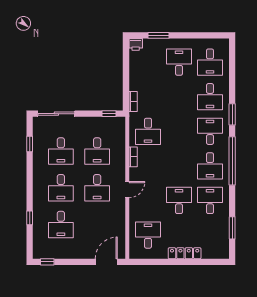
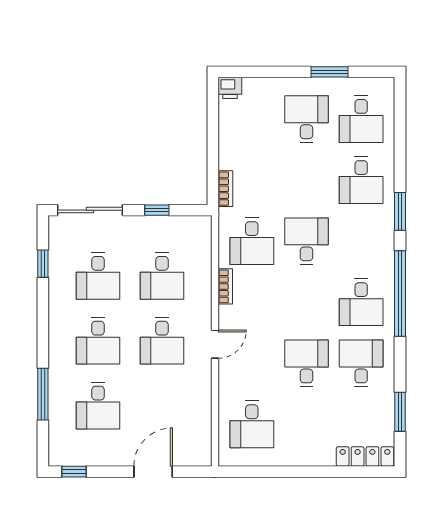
window: (158, 35) -> (330, 72), moved
window: (109, 114) -> (157, 210), moved
desk: (210, 131) -> (306, 241), moved
window: (30, 218) -> (43, 394), width x2.17
desk: (148, 235) -> (252, 424), turned 180
locker: (185, 253) -> (365, 456), moved
door: (106, 262) -> (153, 472), moved

